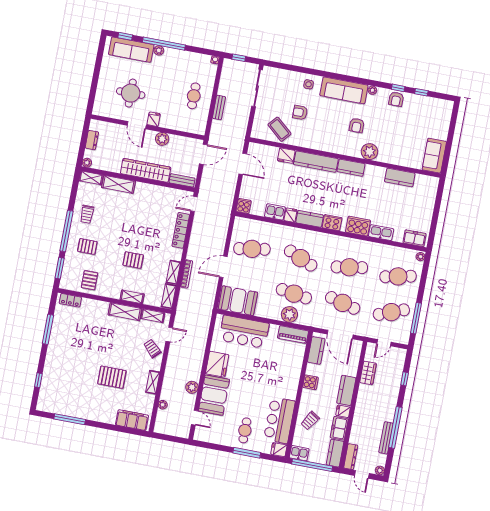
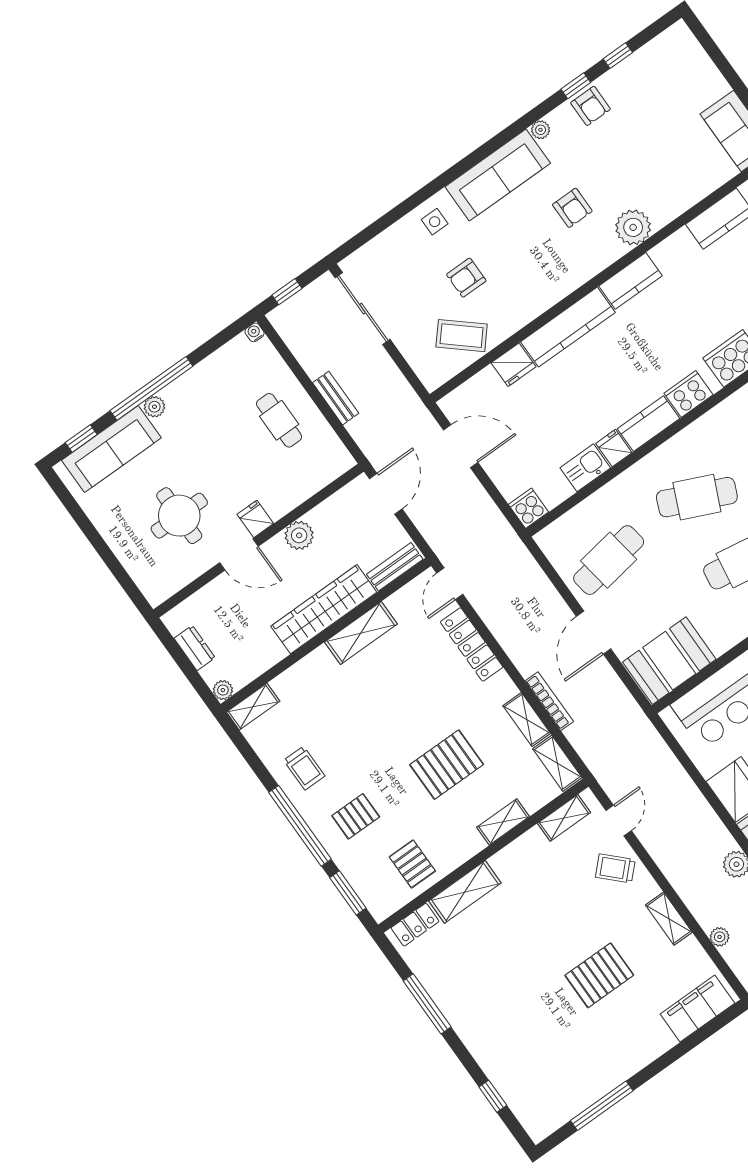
shelving: (119, 184) -> (361, 633), moved
pallet: (133, 260) -> (447, 765), width x1.50, depth x1.42
shelving: (125, 312) -> (465, 892), moved

